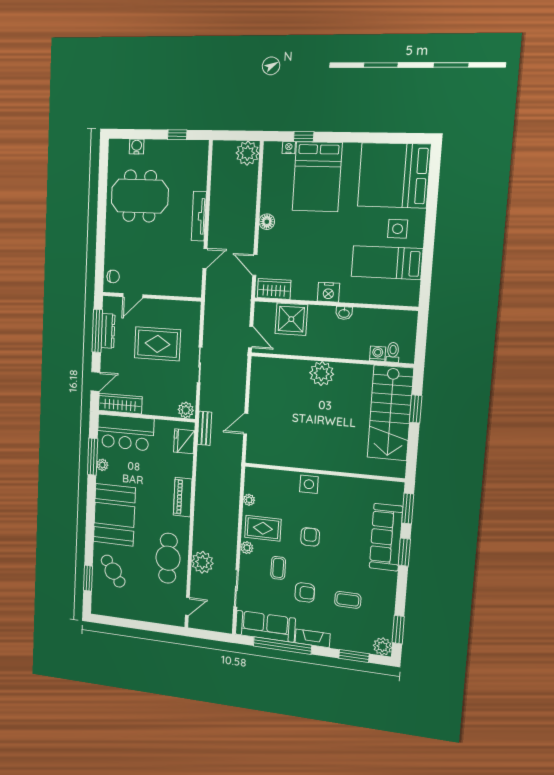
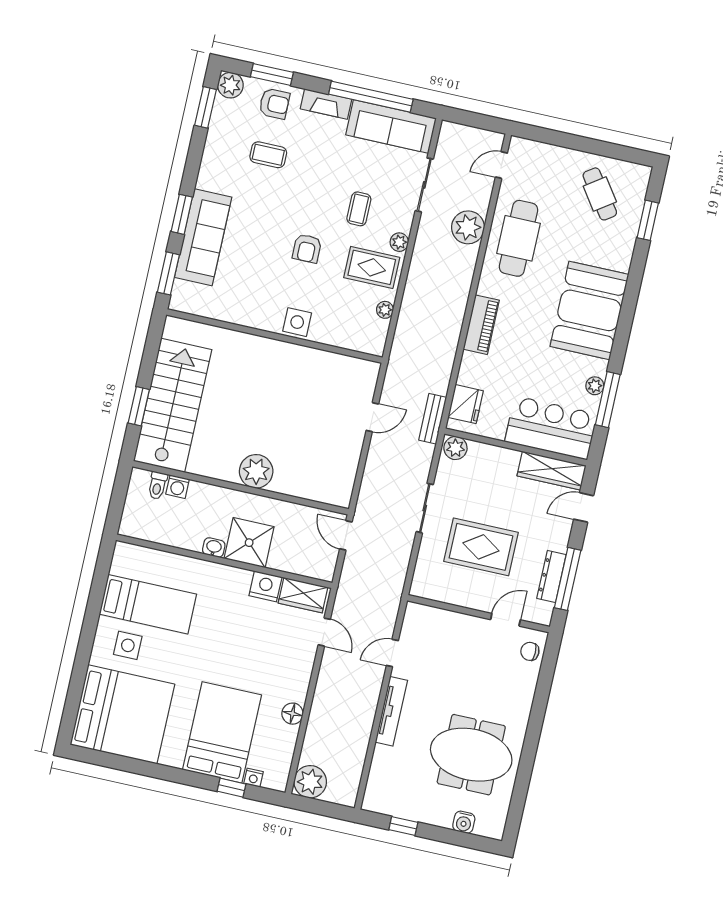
floor lamp: (267, 222) -> (292, 714), moved
nightstand: (328, 292) -> (265, 586), moved
shower: (291, 319) -> (249, 543), moved
cafe table: (113, 571) -> (600, 194), moved
armchair: (305, 592) -> (274, 104), moved, turned 180

